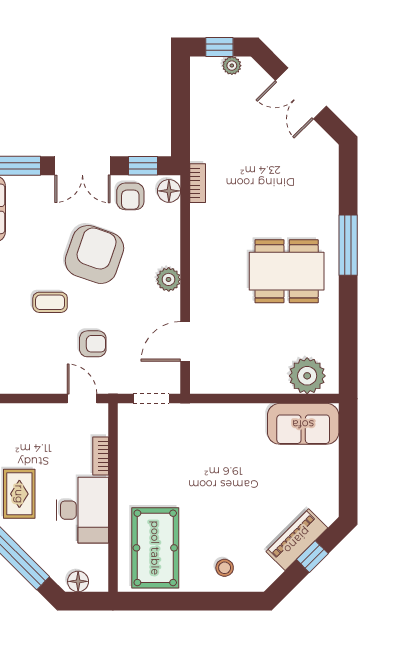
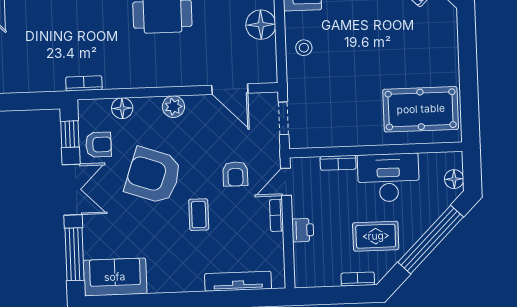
floor lamp: (169, 191) -> (122, 108), moved
armchair: (93, 344) -> (235, 174), turned 180
floor lamp: (254, 378) -> (261, 25), added
bookcase: (46, 387) -> (277, 215), added
printer: (29, 415) -> (303, 230), added
stool: (225, 568) -> (304, 48), moved

